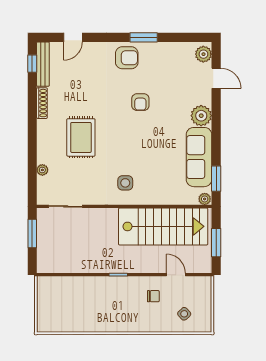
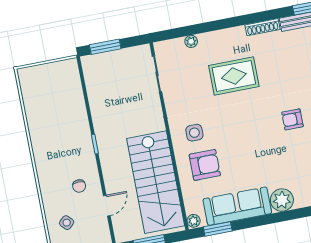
armchair: (140, 102) -> (292, 119), moved
armchair: (156, 179) -> (205, 165), added
window: (32, 234) -> (105, 47), moved

